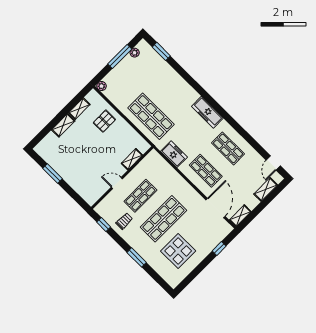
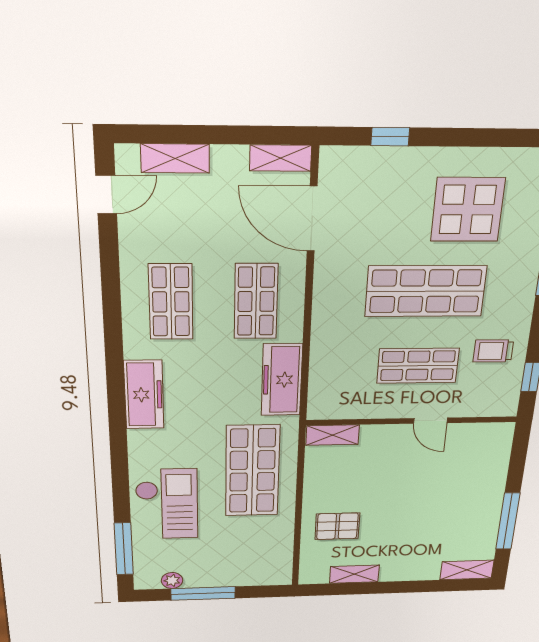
window: (161, 51) -> (124, 549), width x1.44
checkout: (164, 80) -> (167, 504), added
plant: (102, 86) -> (282, 577), removed
shelving: (63, 125) -> (467, 570), moved
freezer: (174, 154) -> (282, 380), width x1.40
shelving: (132, 159) -> (333, 435), moved
window: (52, 174) -> (508, 521), width x1.44
door: (216, 208) -> (312, 219), hinge flipped

